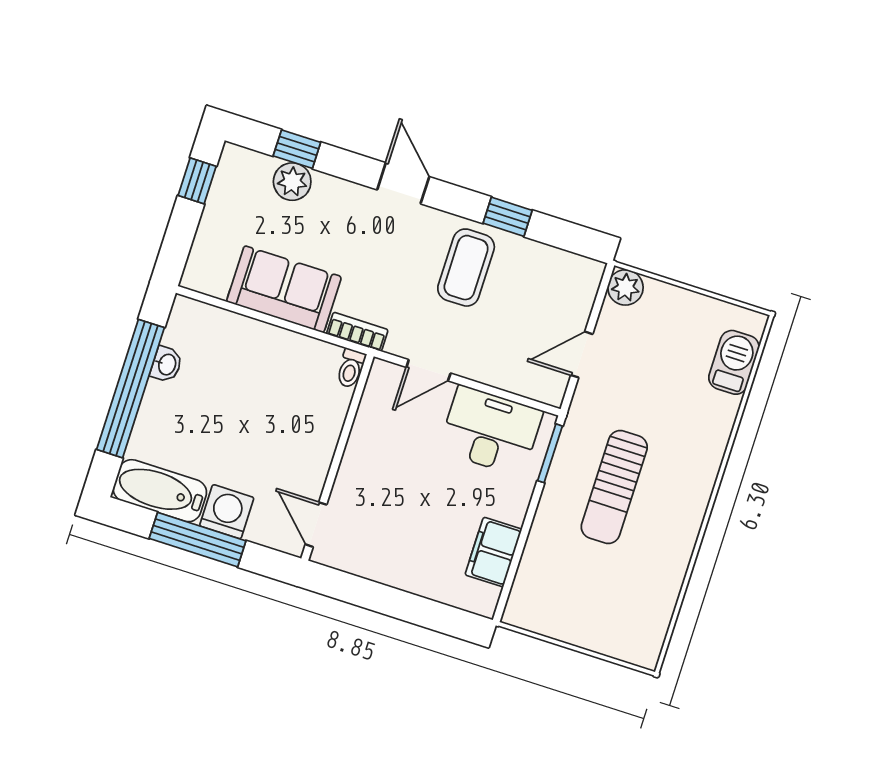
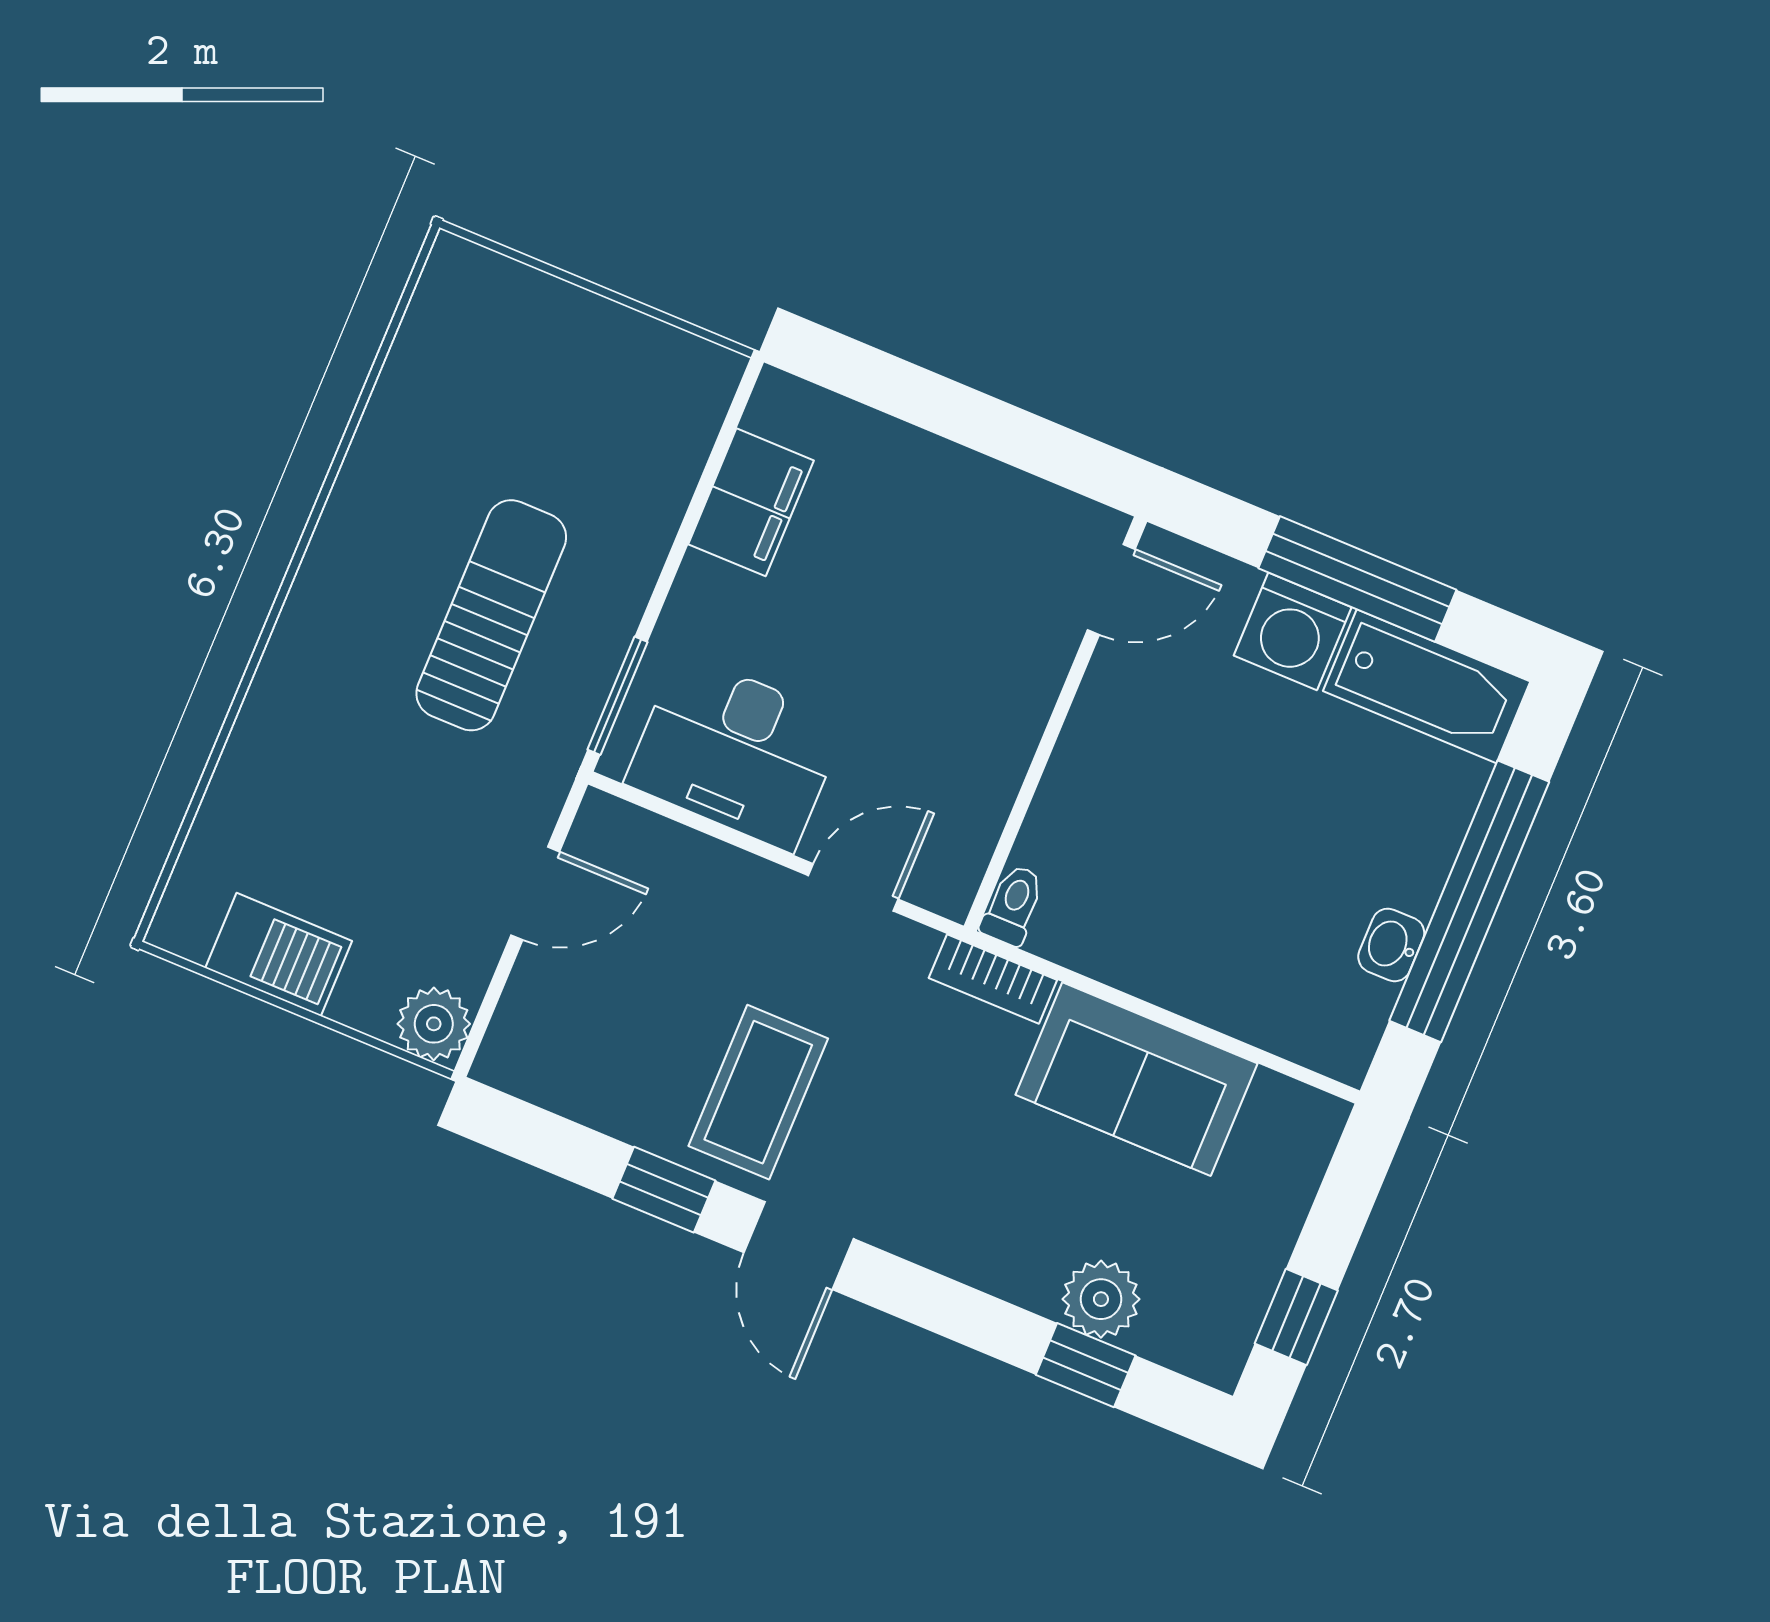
door: (403, 183) -> (799, 1246), moved
barbecue: (734, 362) -> (279, 954), moved, turned -90
door: (316, 525) -> (1111, 590), hinge flipped

